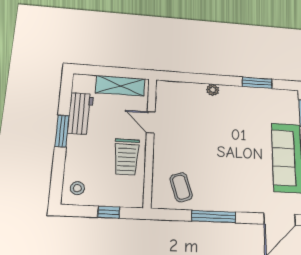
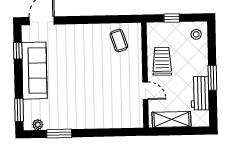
plant: (213, 90) -> (38, 125), moved
window: (214, 217) -> (93, 20), removed

